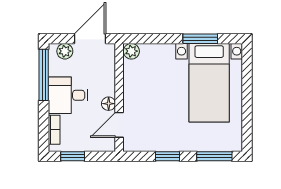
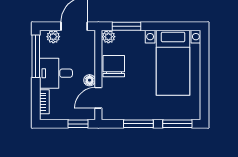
window: (200, 39) -> (127, 26), moved
chair: (138, 87) -> (114, 66), added
window: (73, 156) -> (78, 124), moved
window: (167, 156) -> (138, 124), width x1.50

